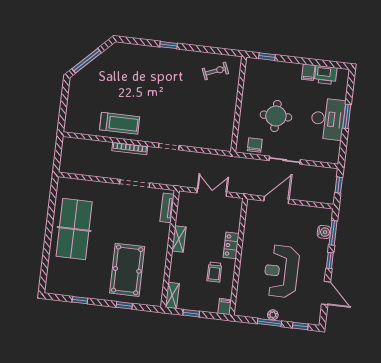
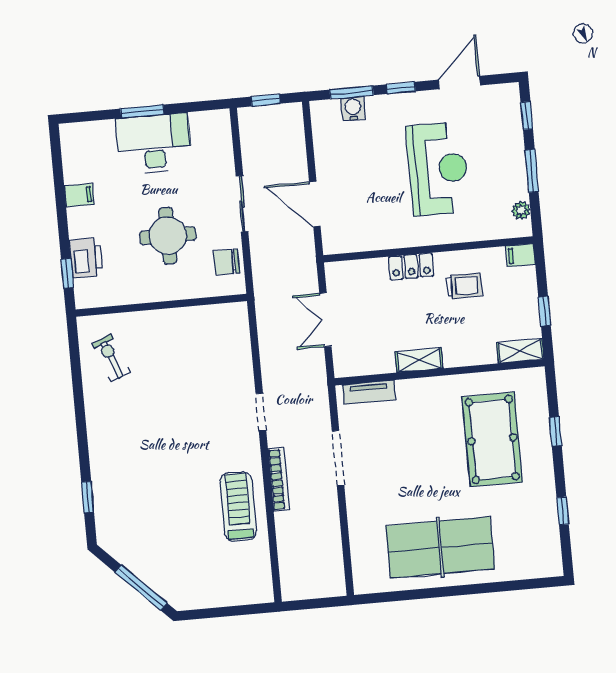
window: (169, 45) -> (88, 497), moved
printer: (326, 75) -> (86, 258), moved
pool table: (127, 270) -> (492, 439), turned 90
reception desk: (281, 271) -> (438, 169), turned -90
plant: (273, 315) -> (521, 210), moved

